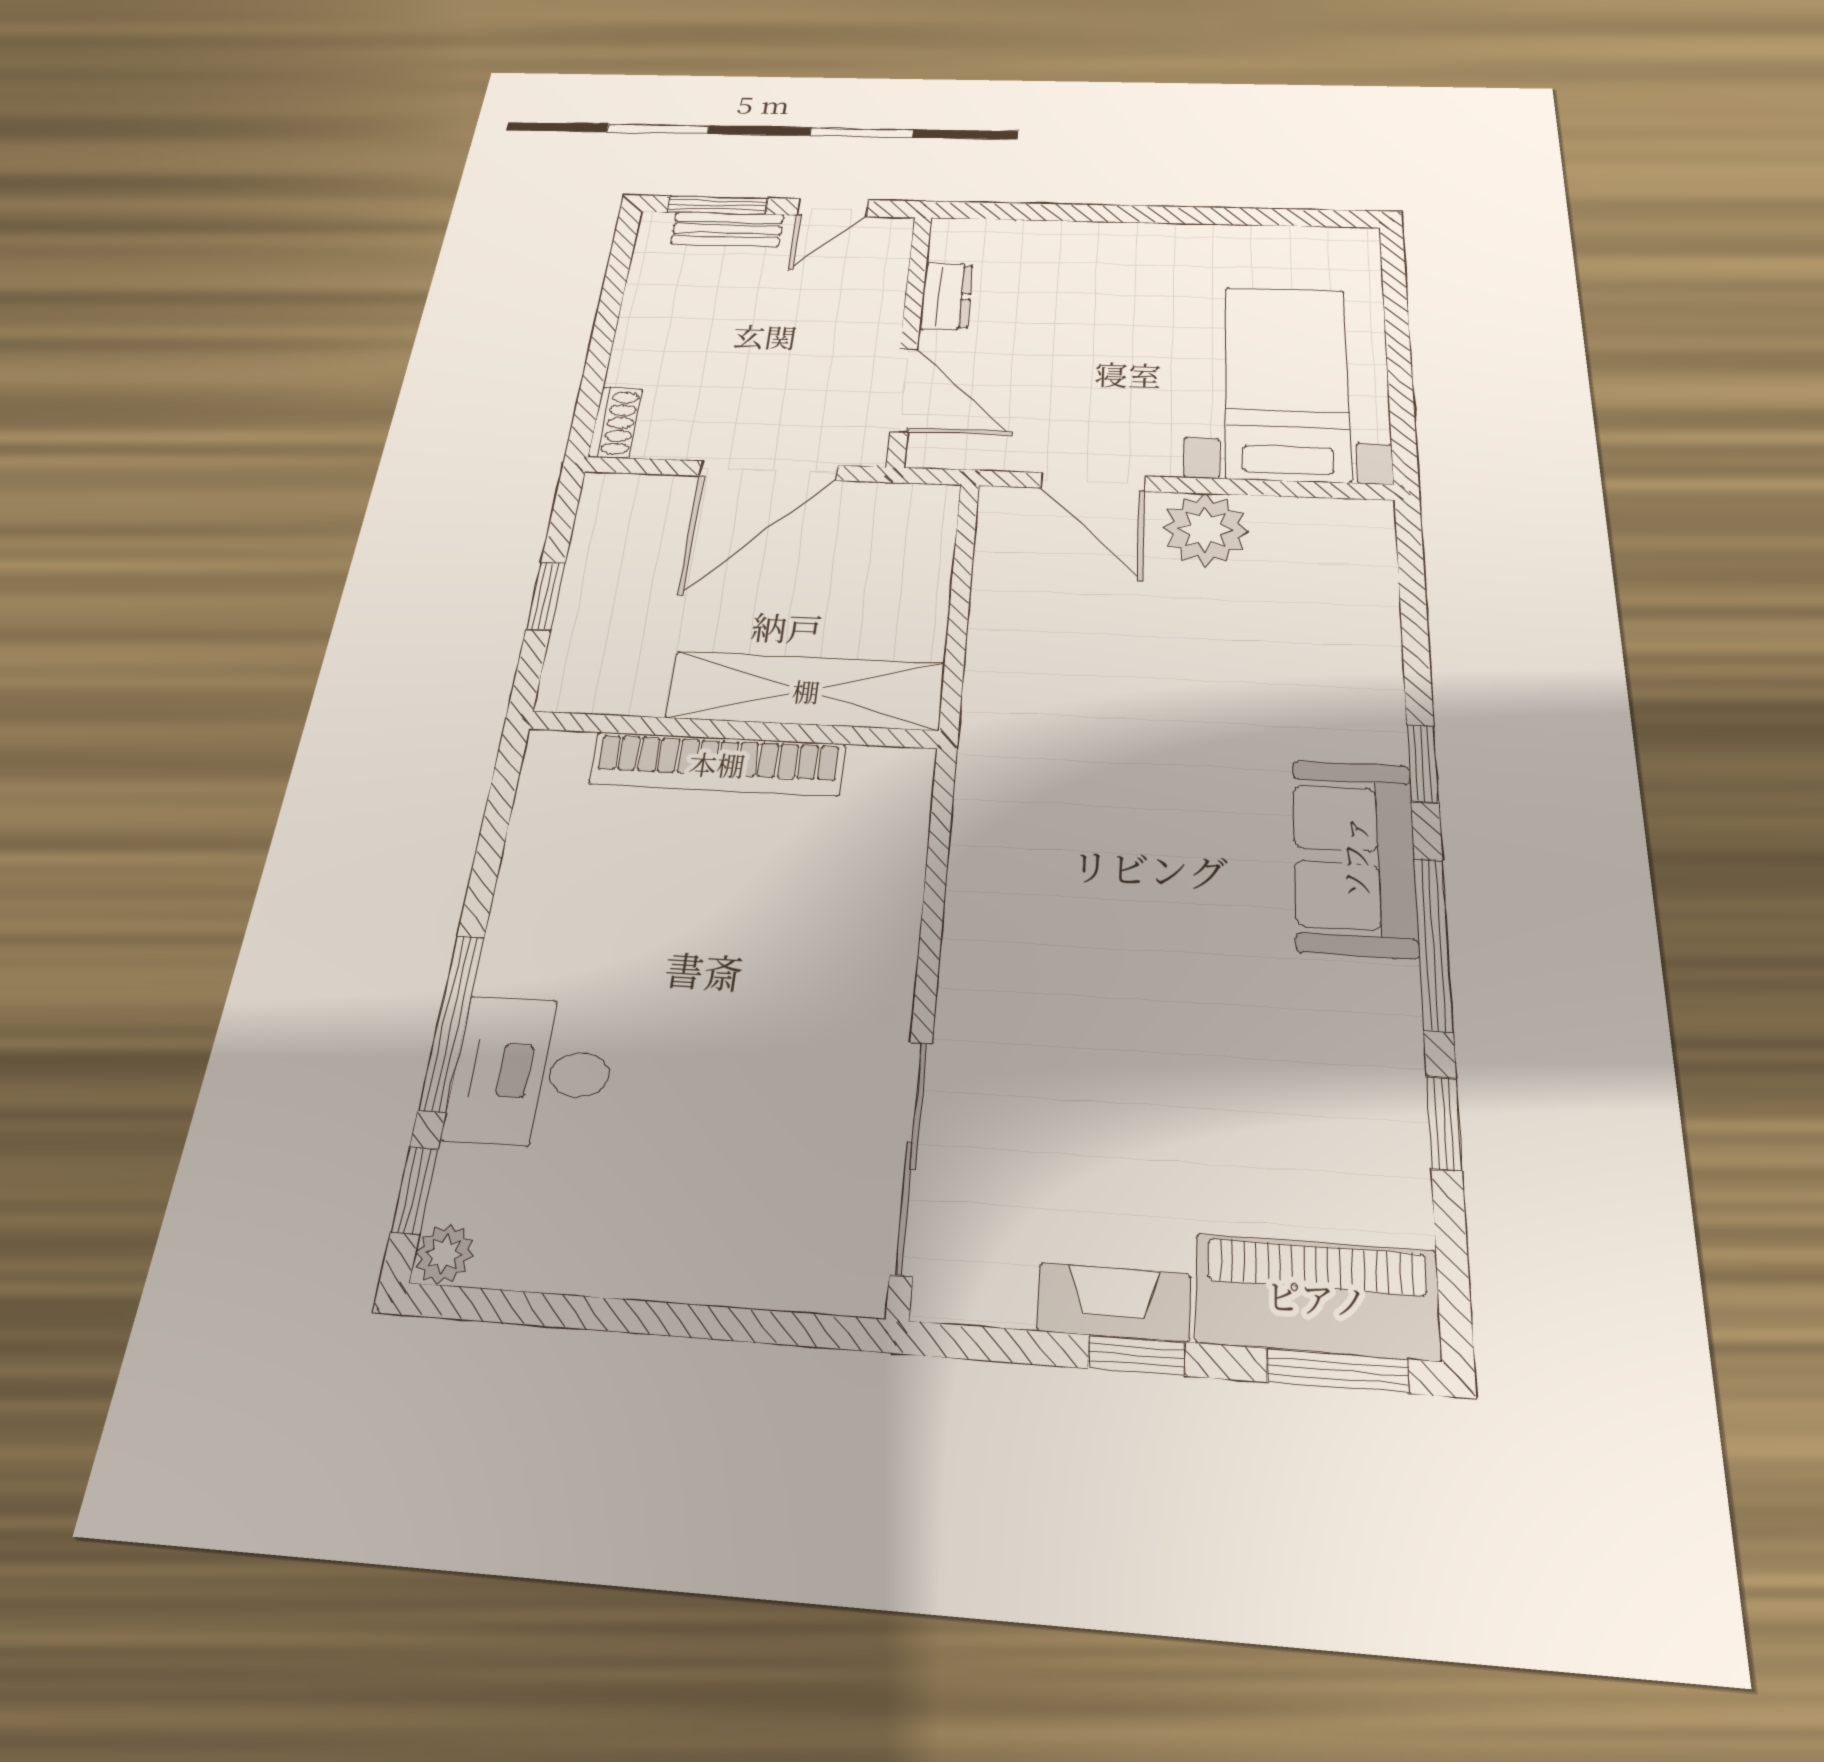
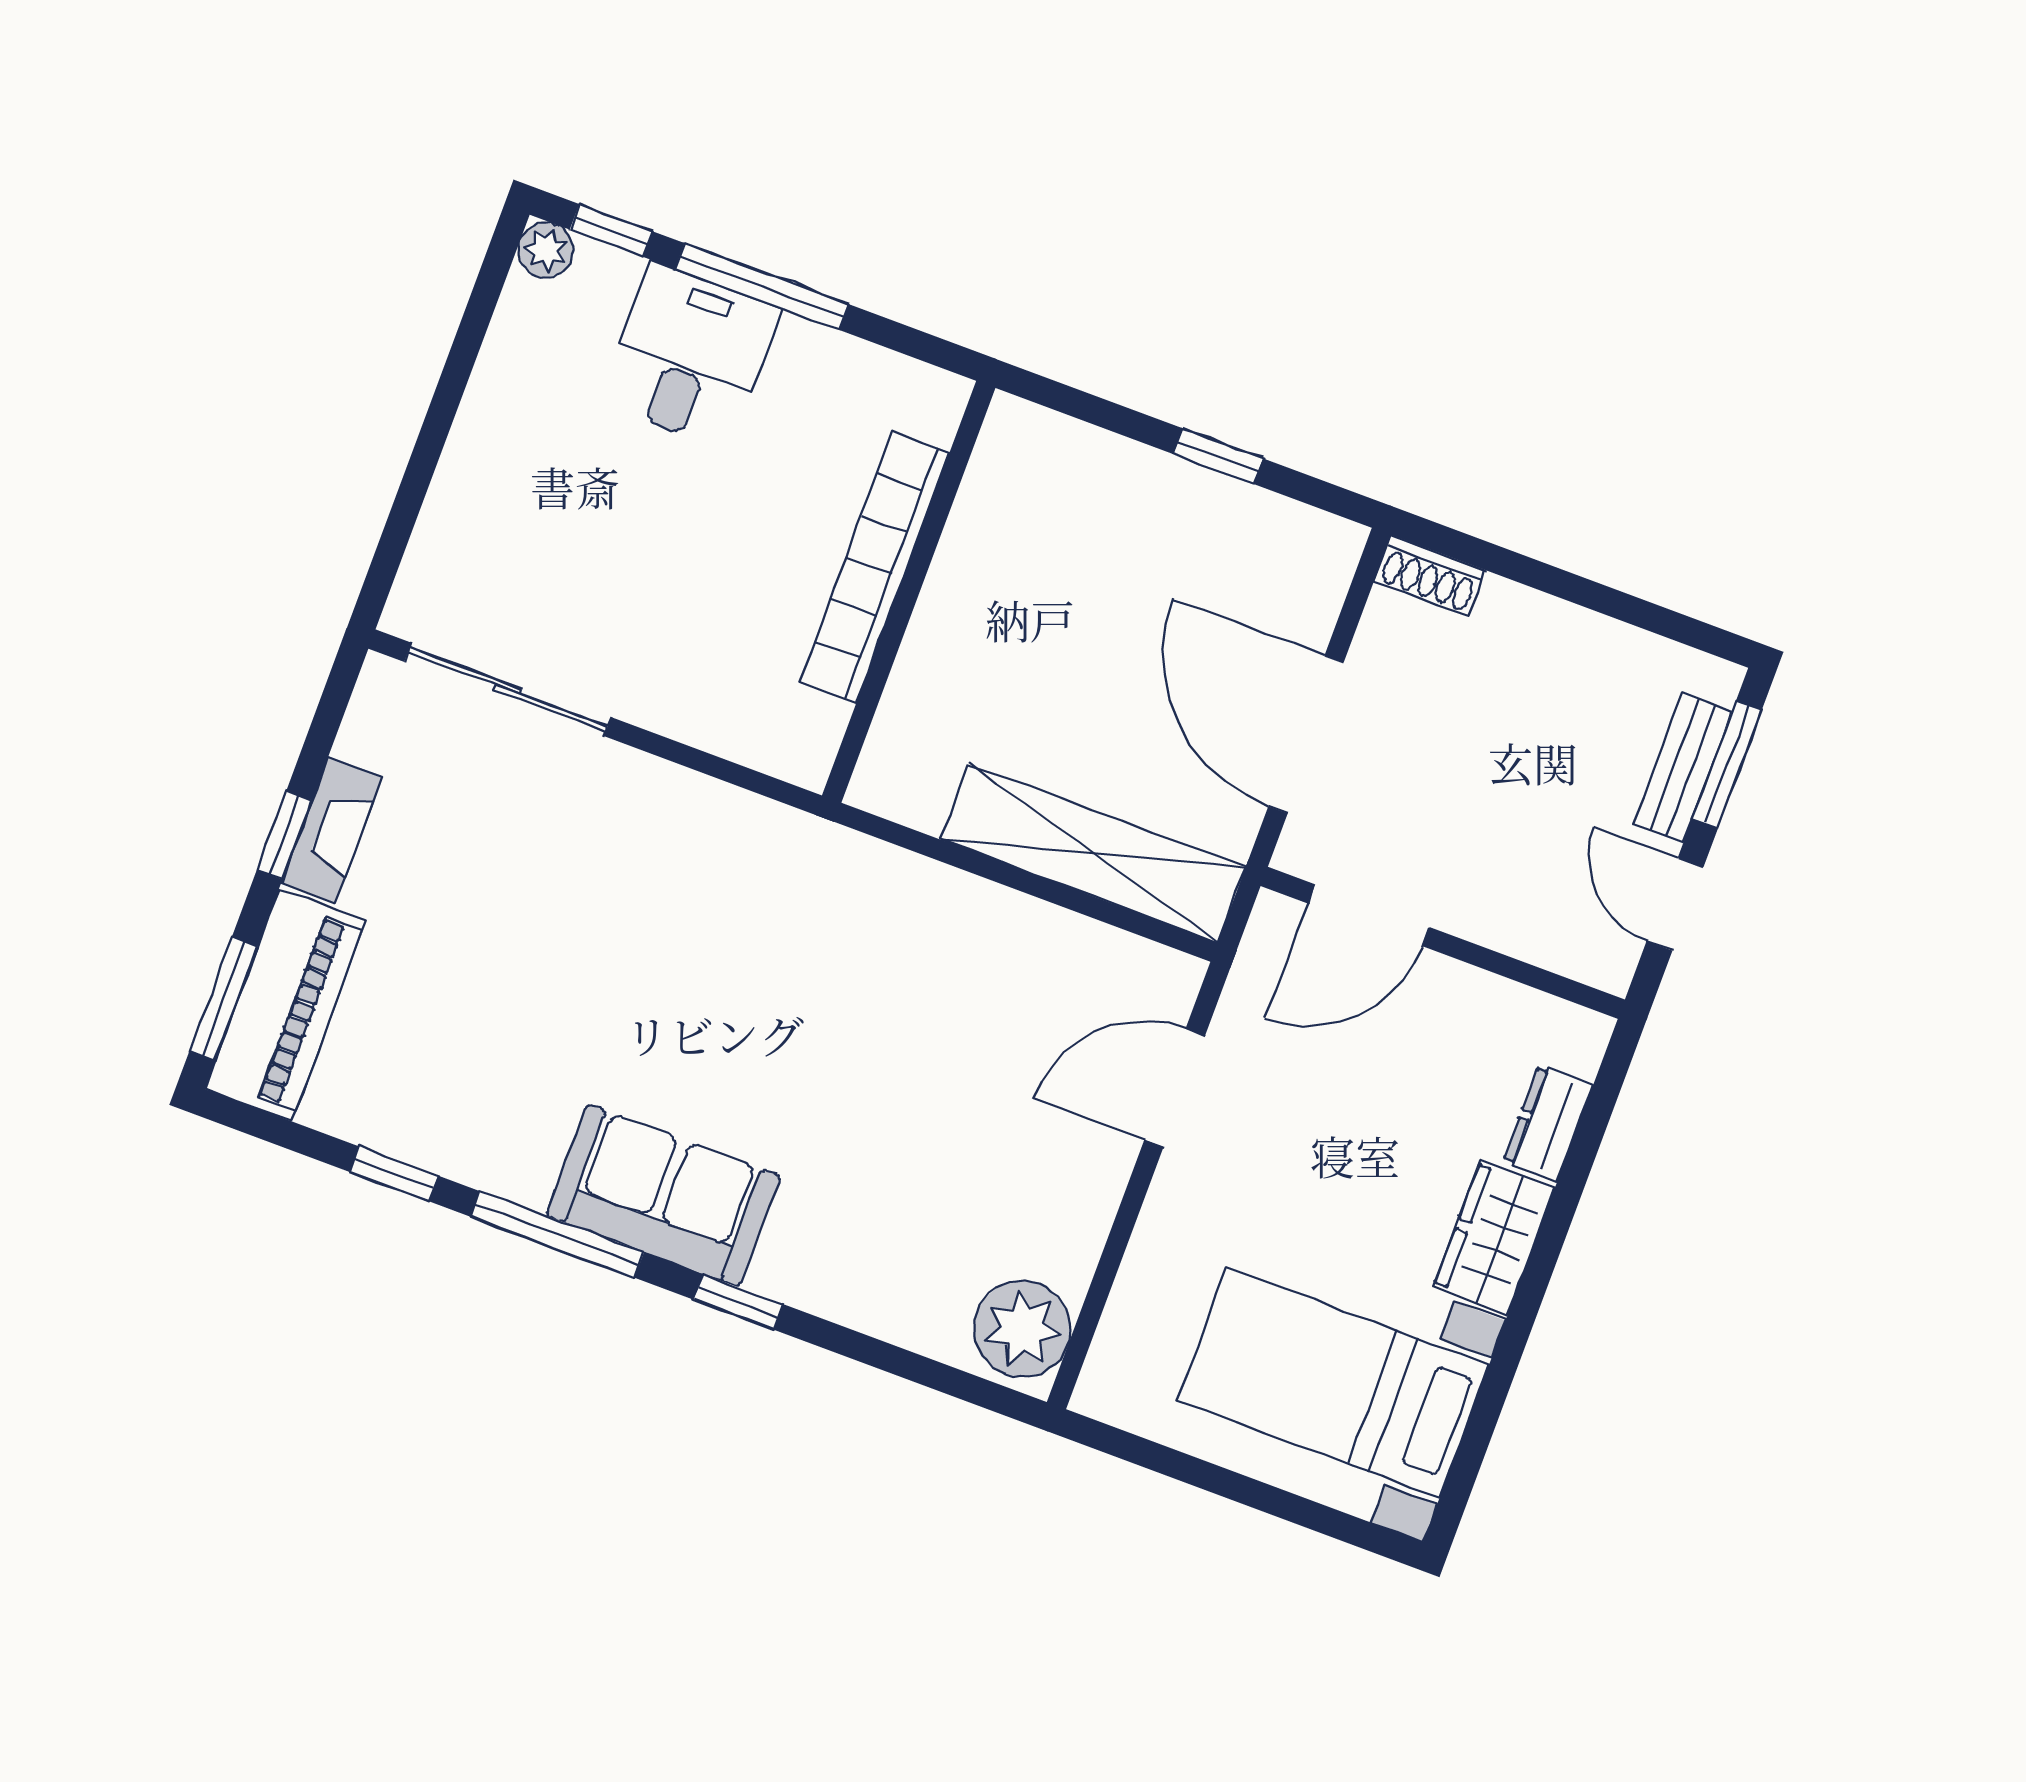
wardrobe: (1127, 247) -> (1494, 1237), added
dresser: (946, 296) -> (1548, 1123), moved, turned 90
bed with nightstands: (1286, 382) -> (1333, 1383), moved, turned 180
plant: (1205, 529) -> (1023, 1329), moved
shelving: (806, 691) -> (1093, 853), moved, turned 90
wall: (732, 730) -> (909, 592), moved
bookcase: (717, 764) -> (874, 568), moved

